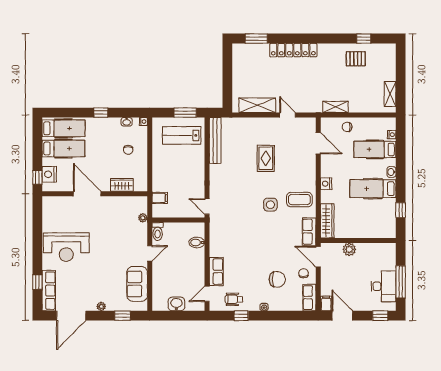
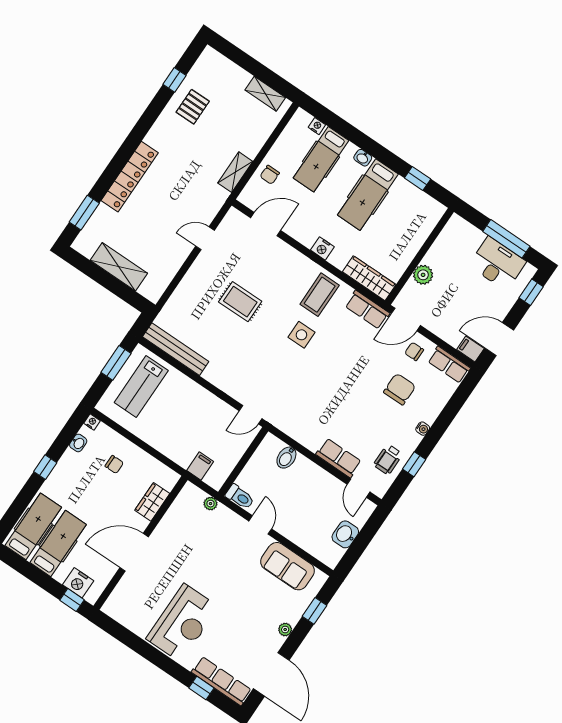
shelving: (257, 105) -> (119, 267), moved, turned 90

